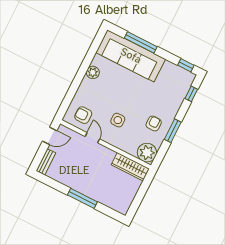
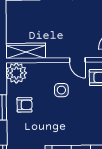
armchair: (154, 123) -> (25, 105), turned -90

